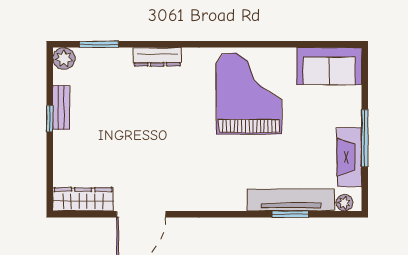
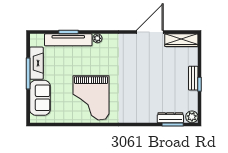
dresser: (157, 57) -> (170, 118), moved
sofa: (329, 66) -> (40, 98), moved, turned 90
bench: (61, 108) -> (193, 78), moved
plant: (344, 203) -> (97, 38), moved

